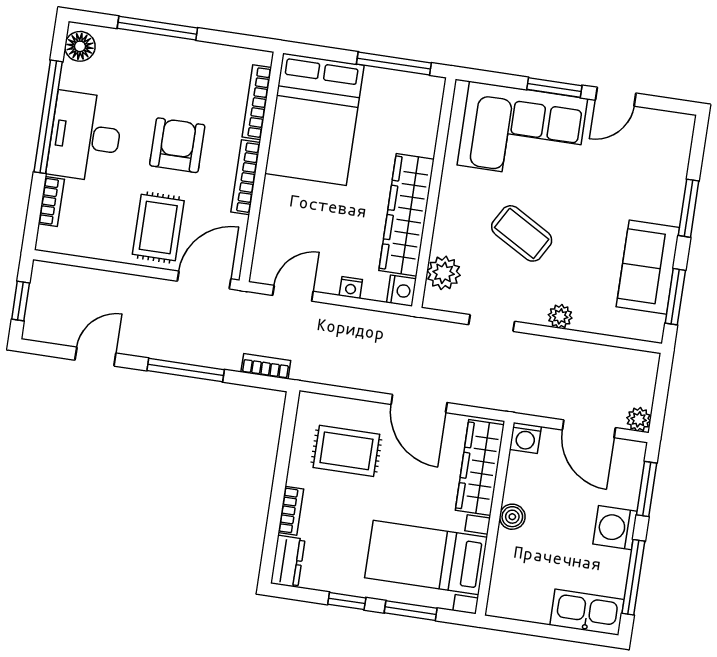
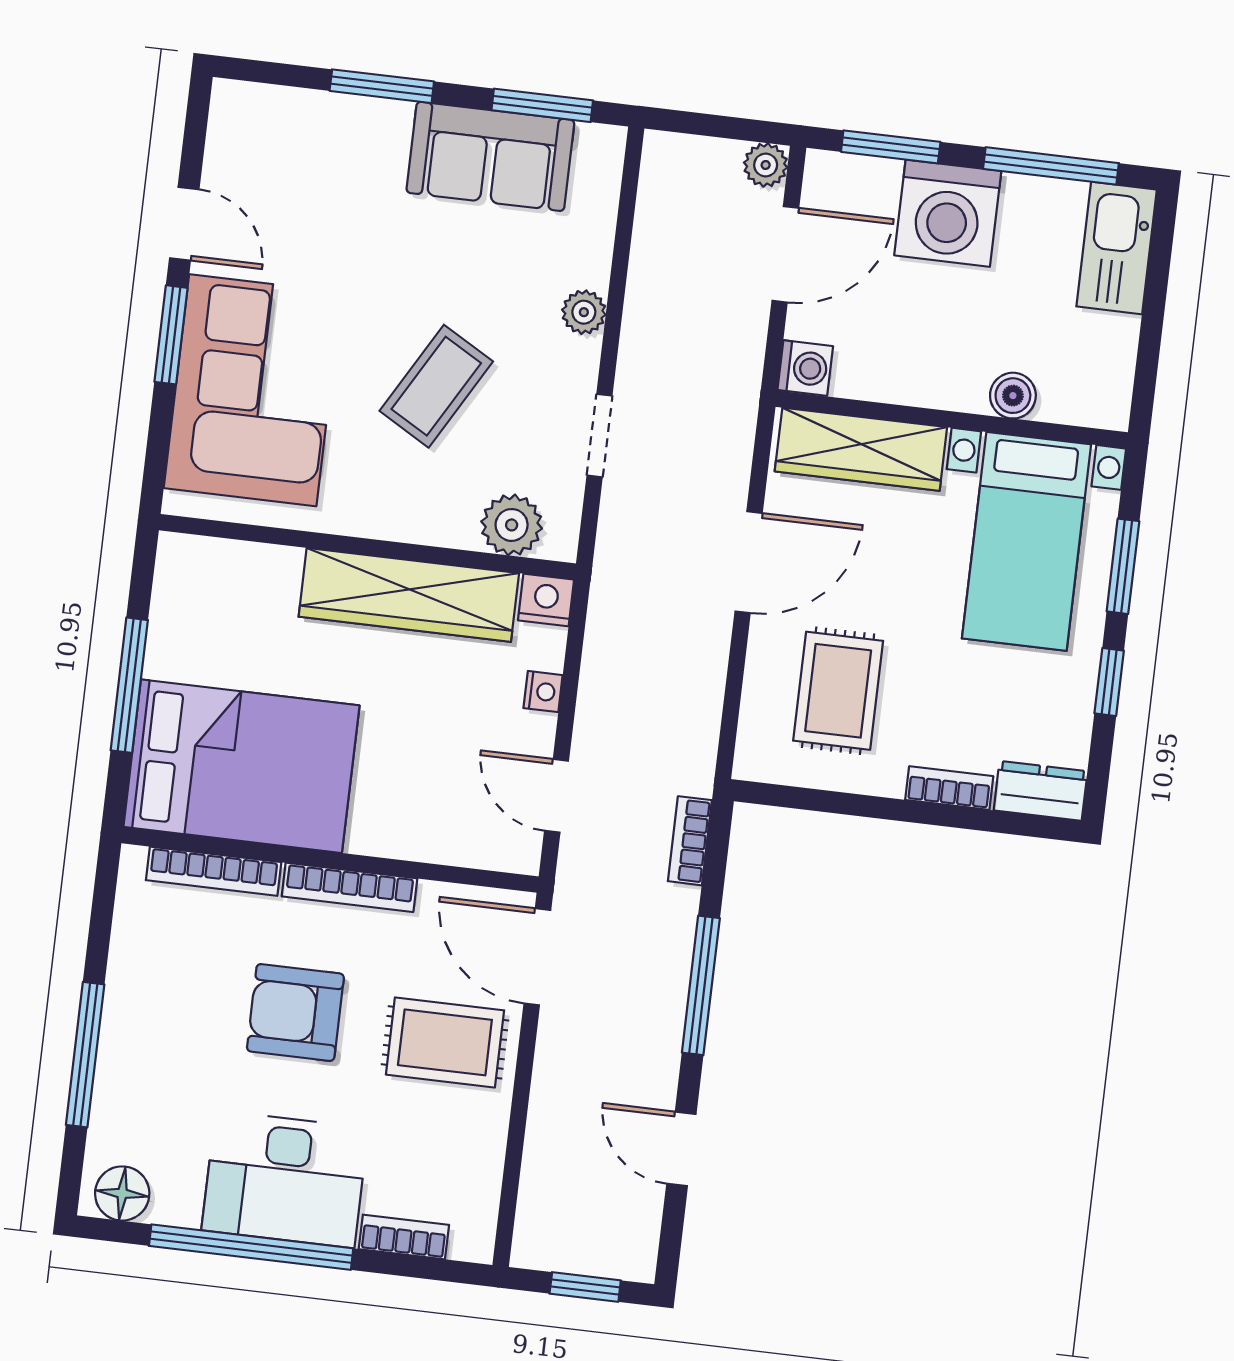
window: (394, 63) -> (129, 685), moved
boiler: (512, 517) -> (1013, 396), moved
washing machine: (615, 528) -> (948, 213), width x1.37, depth x1.37

